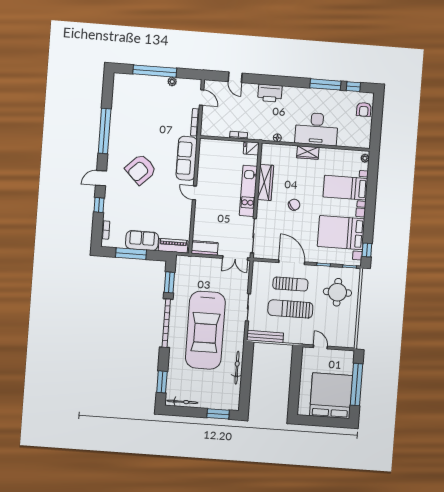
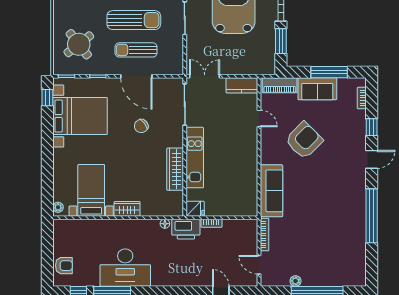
printer: (270, 93) -> (186, 229), moved, turned 180
armchair: (364, 109) -> (64, 266), turned 90
desk: (317, 129) -> (125, 268), moved, turned 180
armchair: (141, 169) -> (304, 140), moved
bed with nightstands: (345, 188) -> (91, 190), moved, turned -90
door: (195, 193) -> (259, 118), moved
chair: (294, 205) -> (141, 126), moved
round table: (337, 292) -> (79, 44), turned -38

